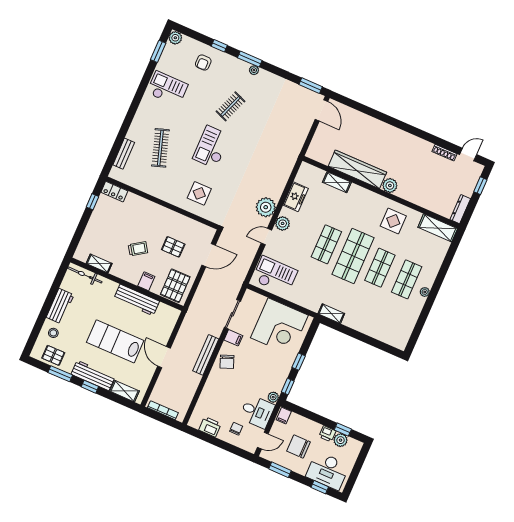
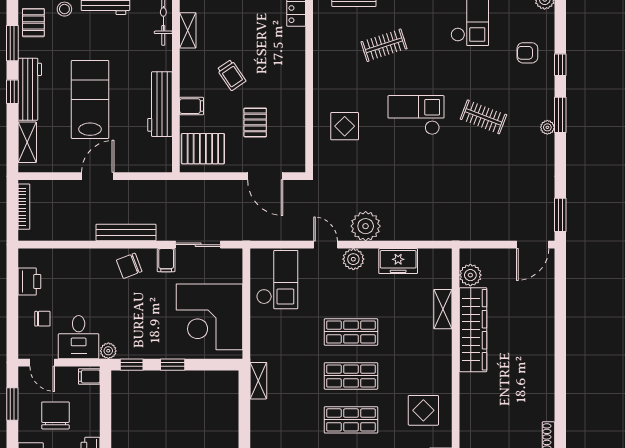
clothes rail: (160, 148) -> (384, 45), width x0.73
plant: (390, 185) -> (470, 275), moved
shop shelf: (353, 256) -> (351, 376), width x0.70, depth x0.74

